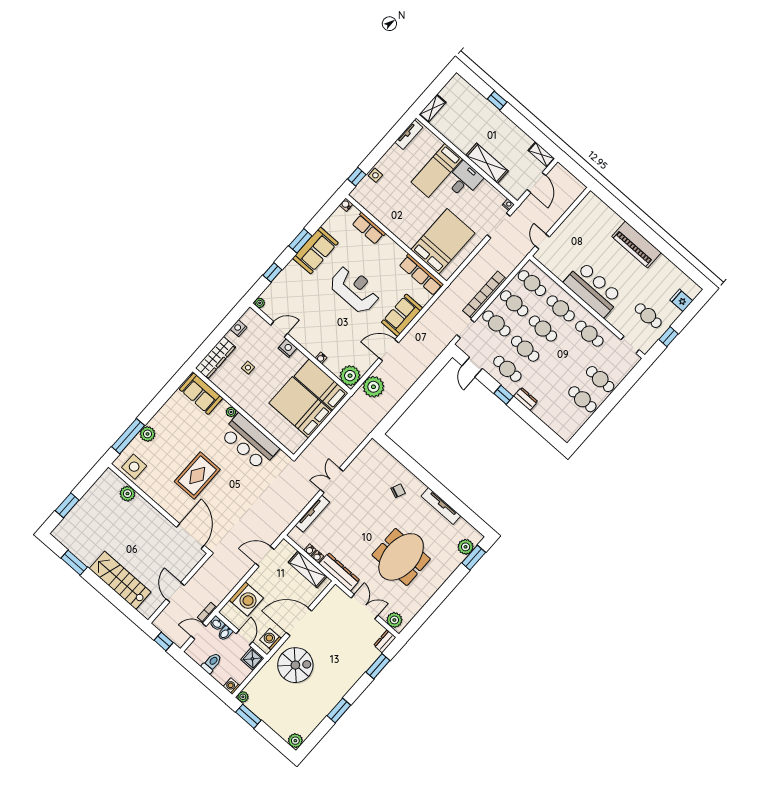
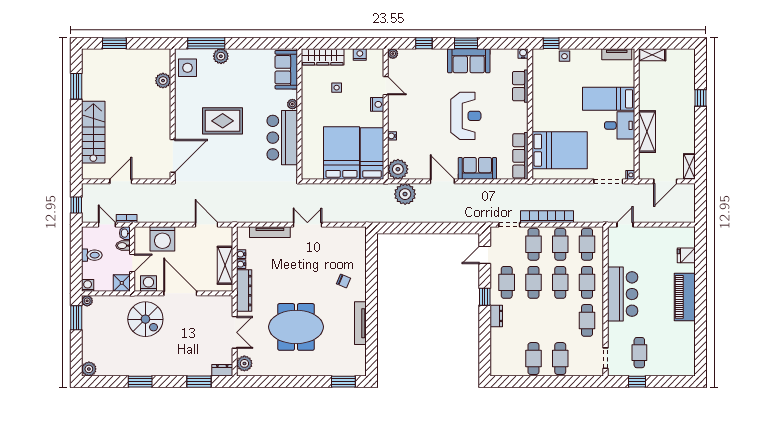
fridge: (681, 300) -> (686, 255), moved, turned -90
plant: (466, 547) -> (346, 368), removed

